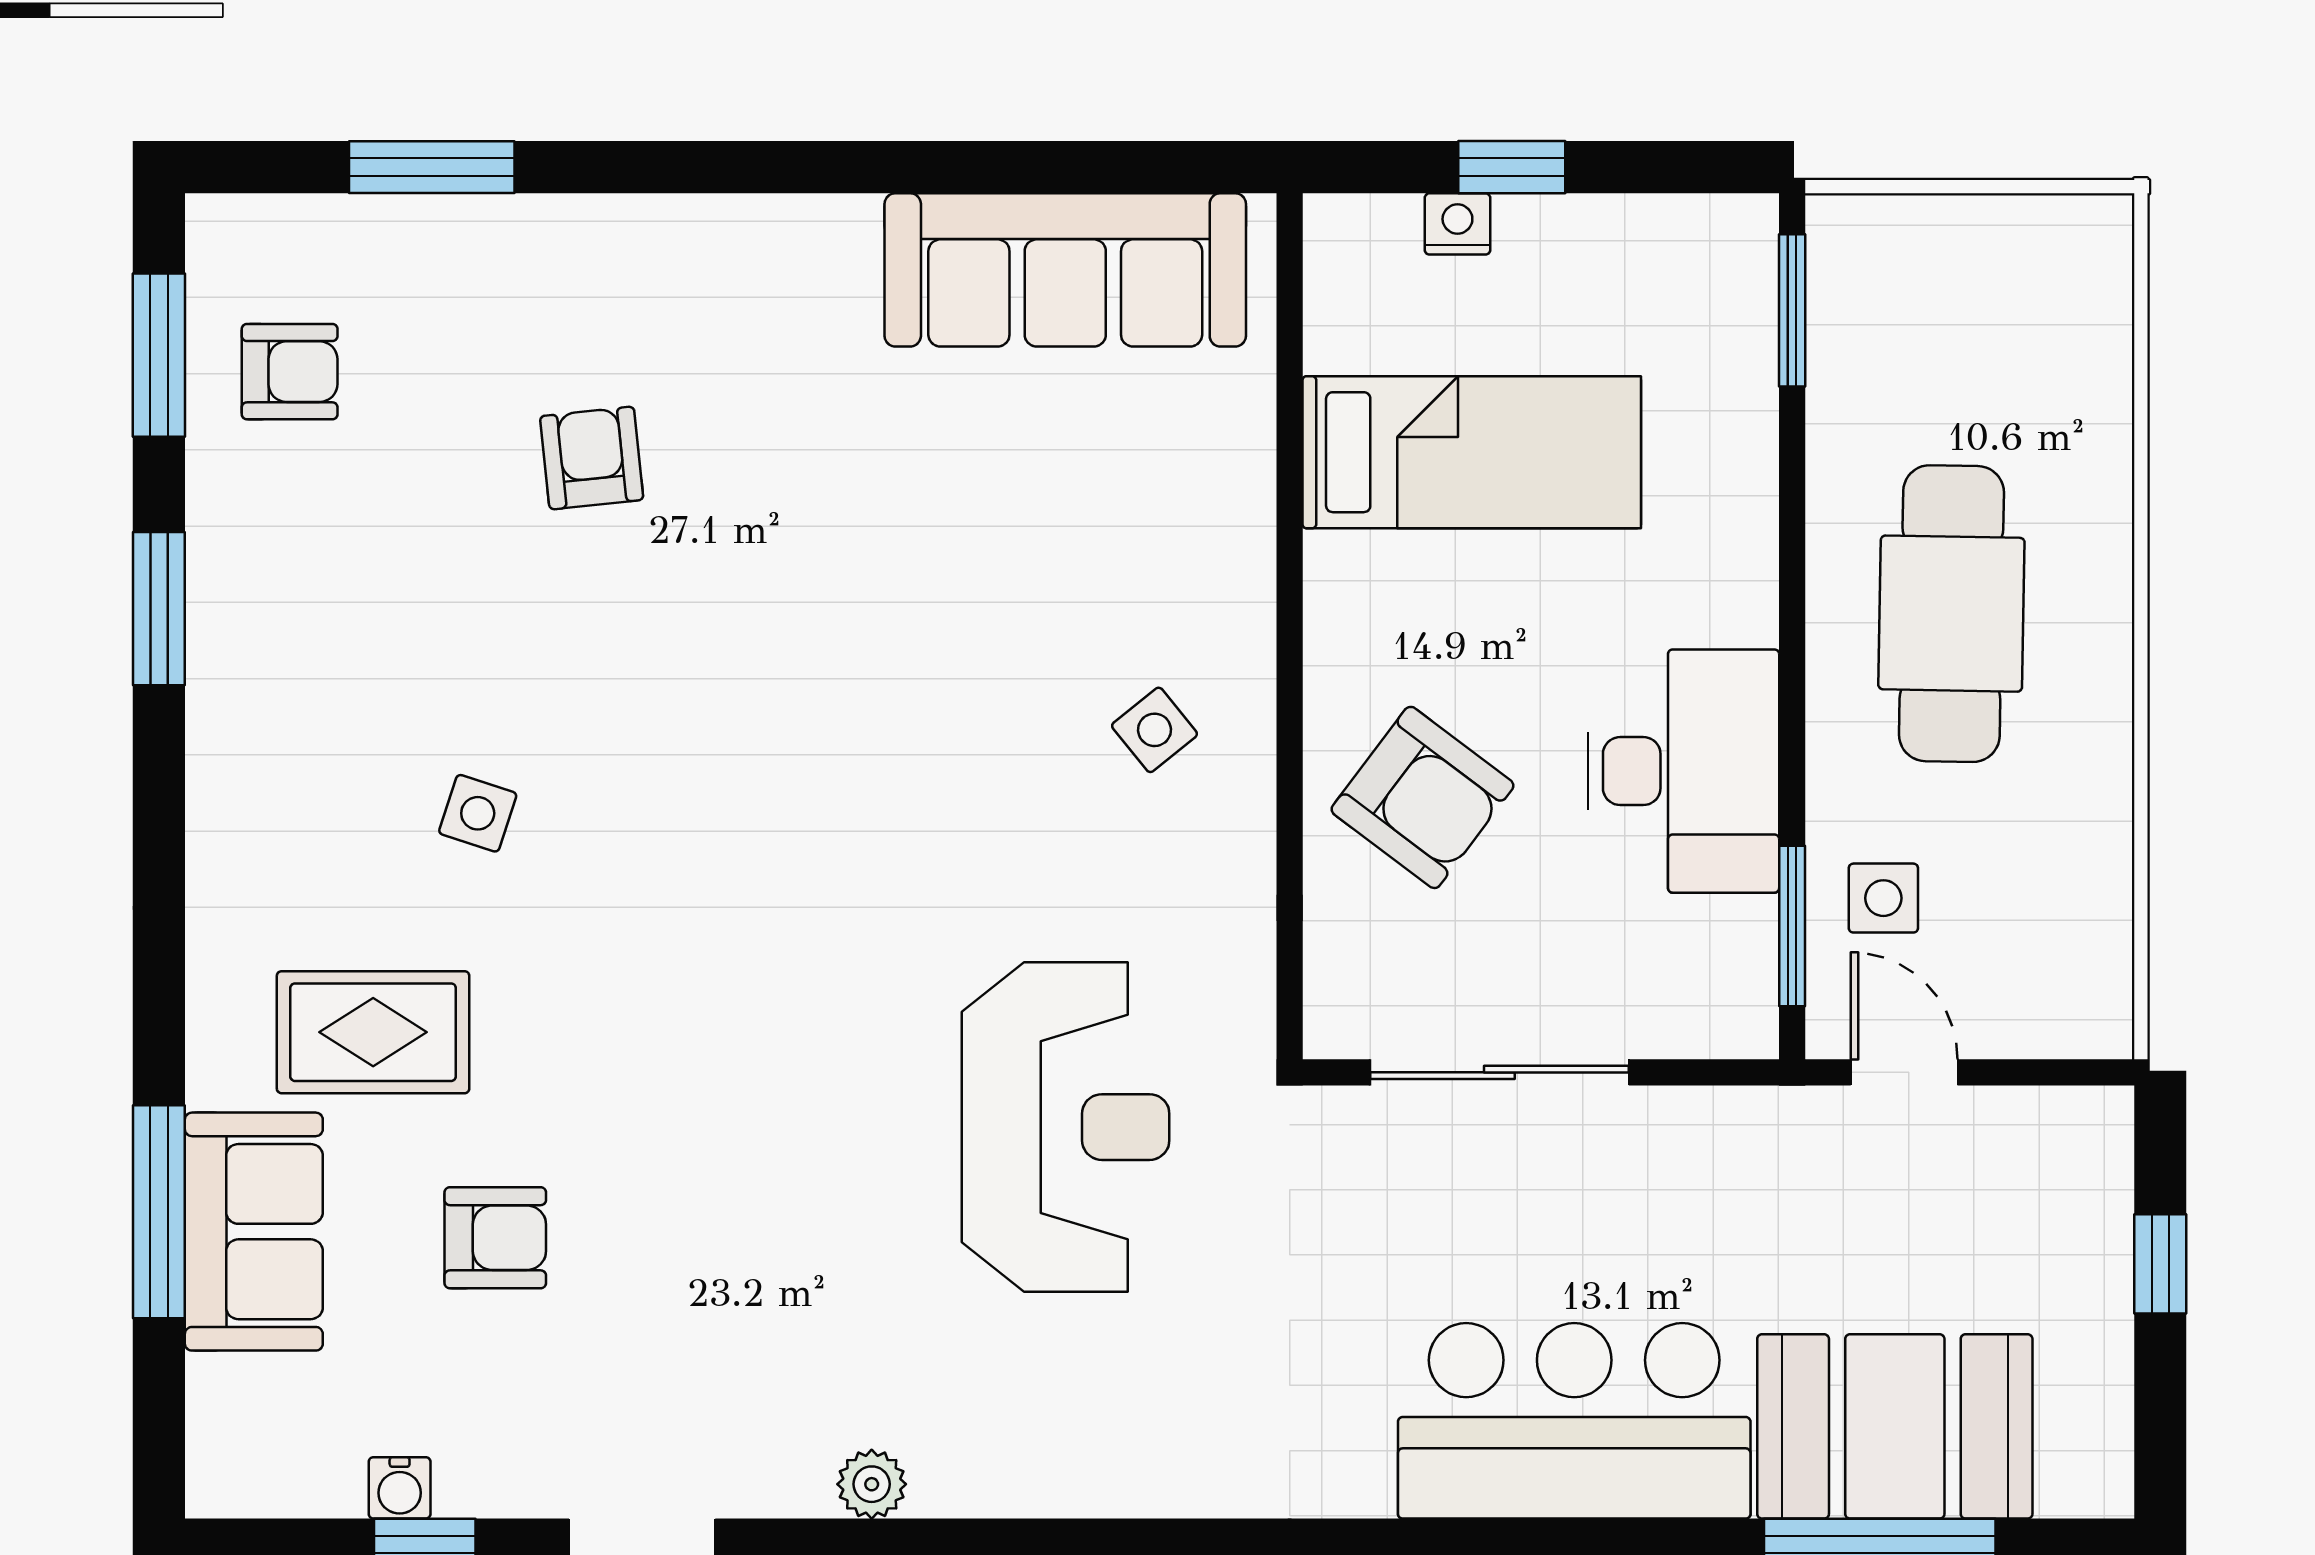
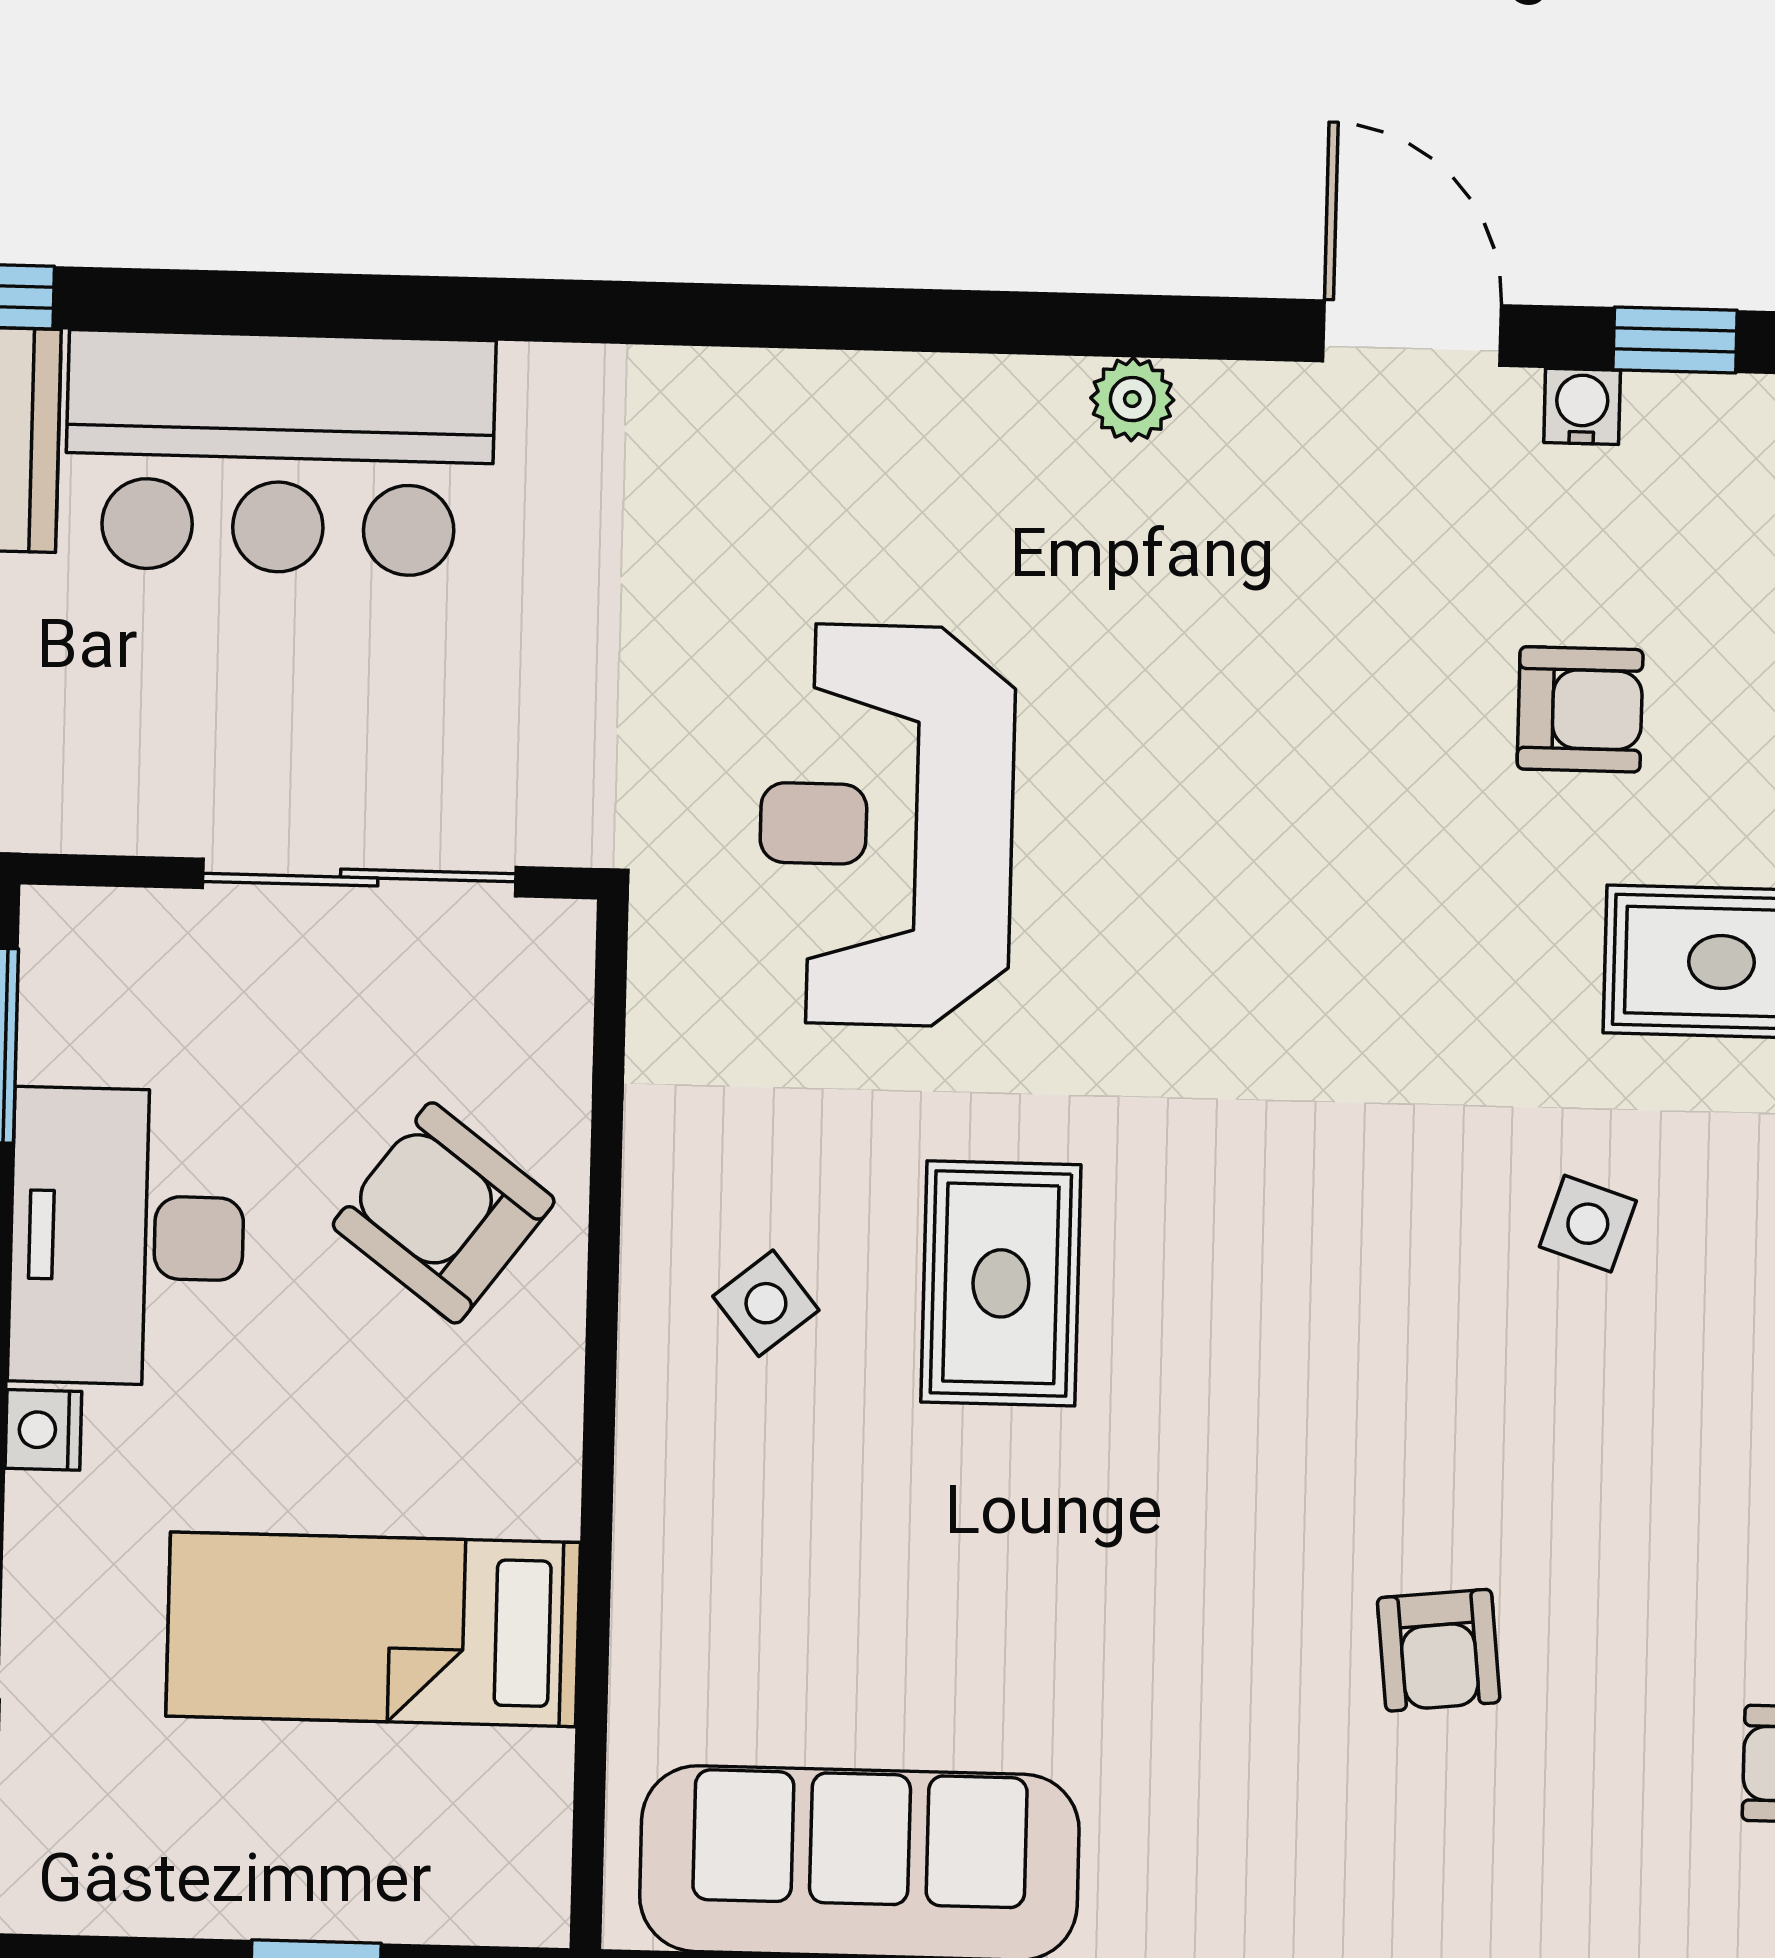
nightstand: (1457, 224) -> (43, 1430), moved, turned 90
rug: (961, 751) -> (1001, 1283), added
armchair: (495, 1238) -> (1580, 709), turned 180
water cooler: (400, 1488) -> (1582, 406), moved

